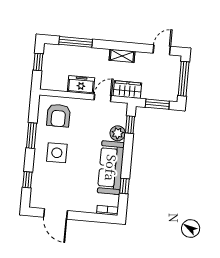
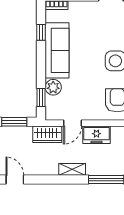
door: (162, 50) -> (15, 180), swing flipped
shelving: (122, 56) -> (72, 169), moved

